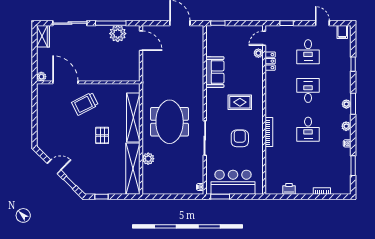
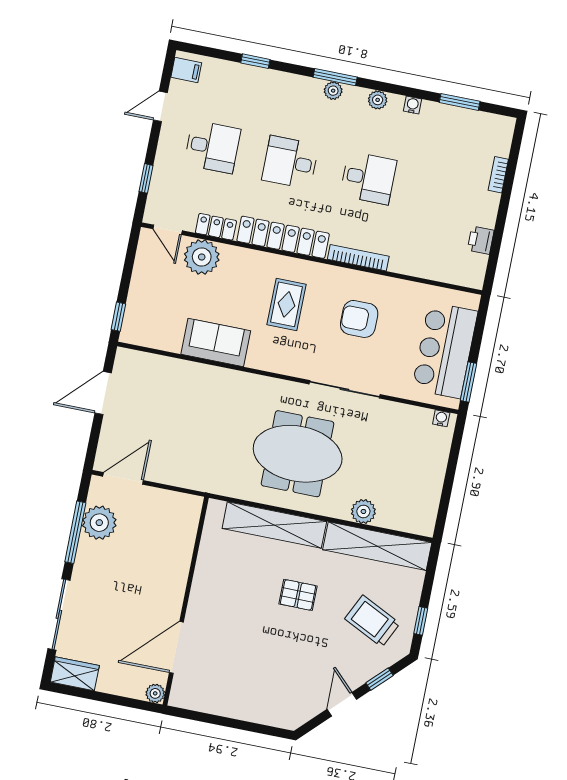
plant: (258, 53) -> (202, 257), width x1.88, depth x1.88
locker: (272, 94) -> (283, 237), added
trolley: (85, 104) -> (372, 621), moved, turned 143

